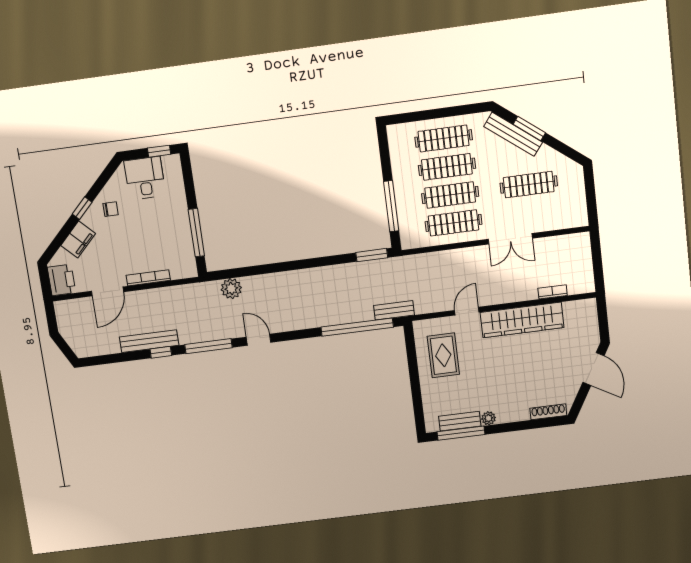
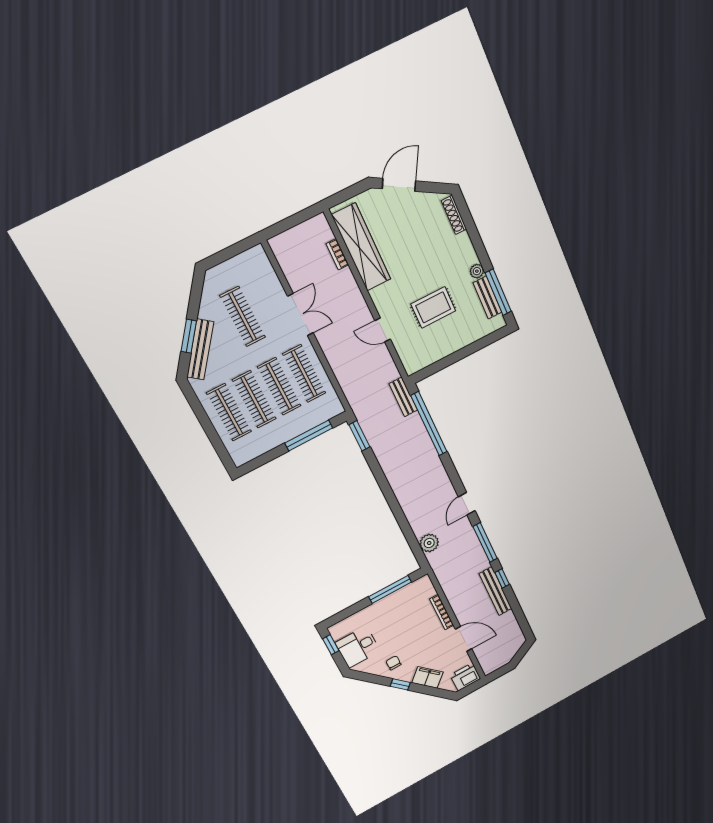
wardrobe: (522, 320) -> (361, 247), moved
rug: (443, 355) -> (433, 307), moved

